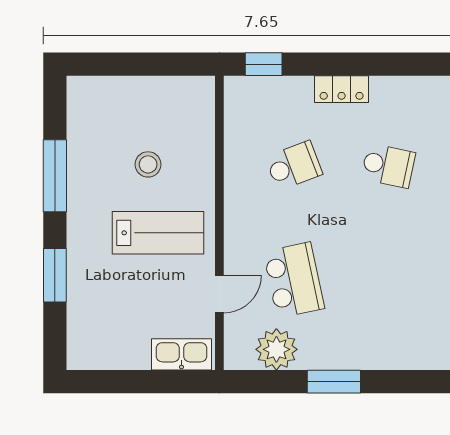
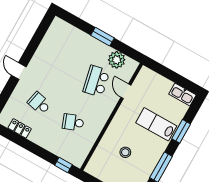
locker: (342, 89) -> (20, 128), moved
lab bench: (158, 233) -> (156, 124), moved
door: (219, 294) -> (126, 91), hinge flipped
kitchen sink: (181, 354) -> (182, 94), moved

